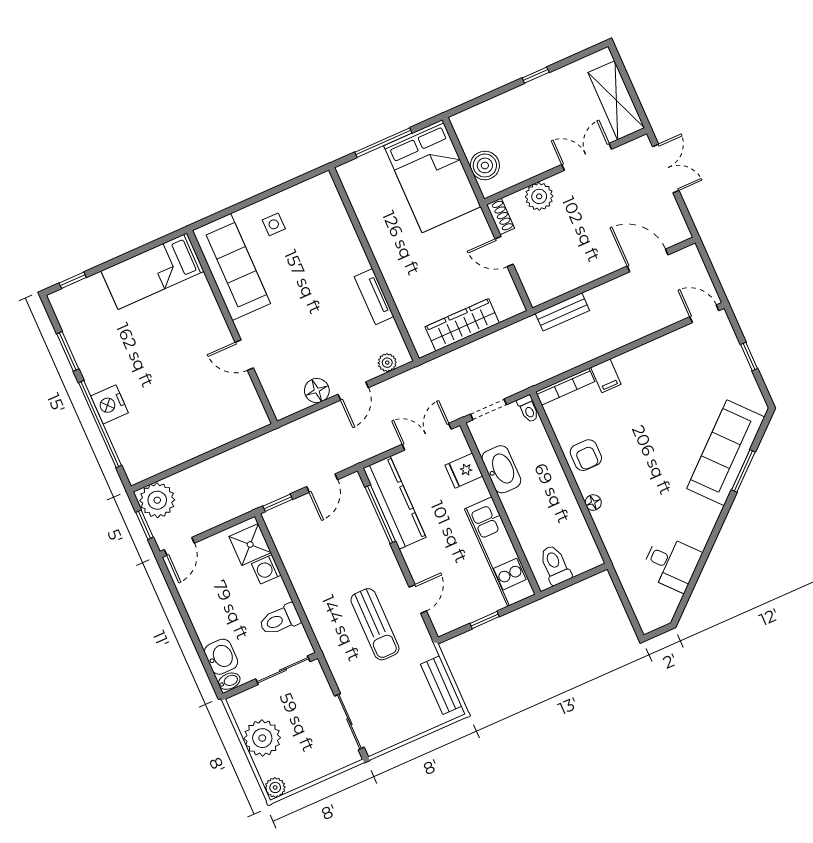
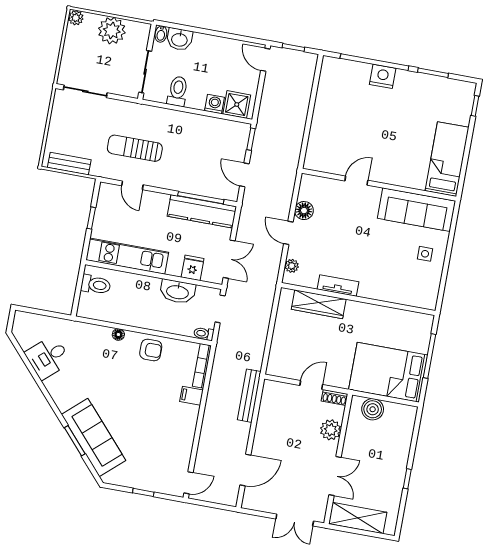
bench: (562, 312) -> (249, 396), width x1.36
wardrobe: (462, 325) -> (319, 304), moved, turned 90
armchair: (586, 455) -> (151, 350), turned 180
plant: (157, 500) -> (303, 66), removed

